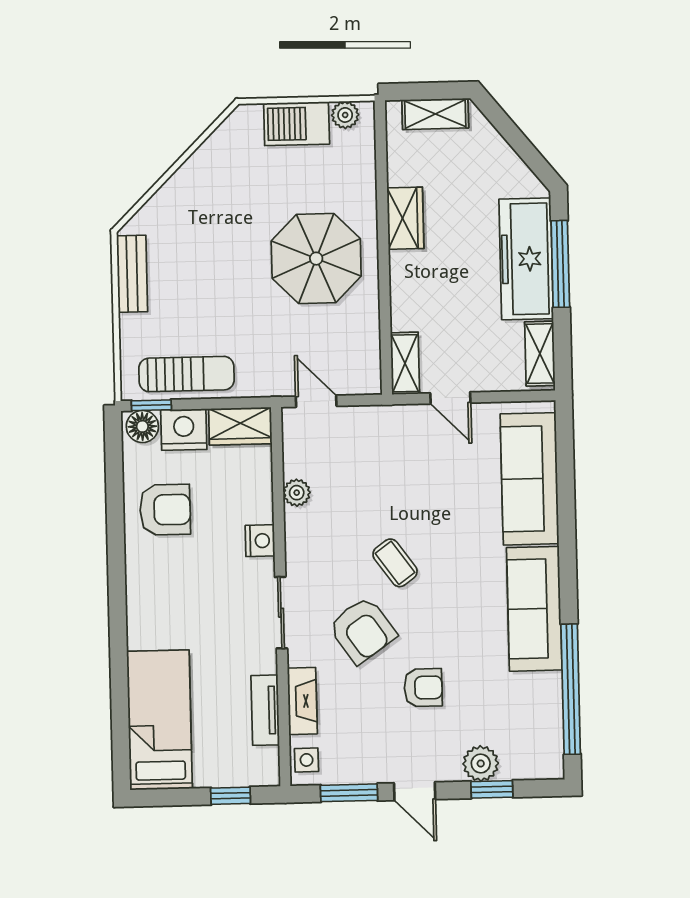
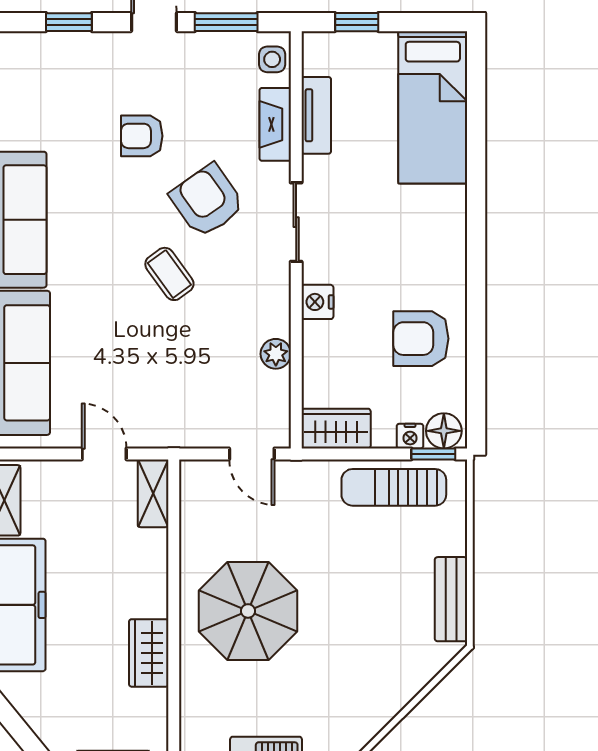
nightstand: (184, 430) -> (410, 436), width x0.53, depth x0.56
plant: (481, 763) -> (81, 51), removed

